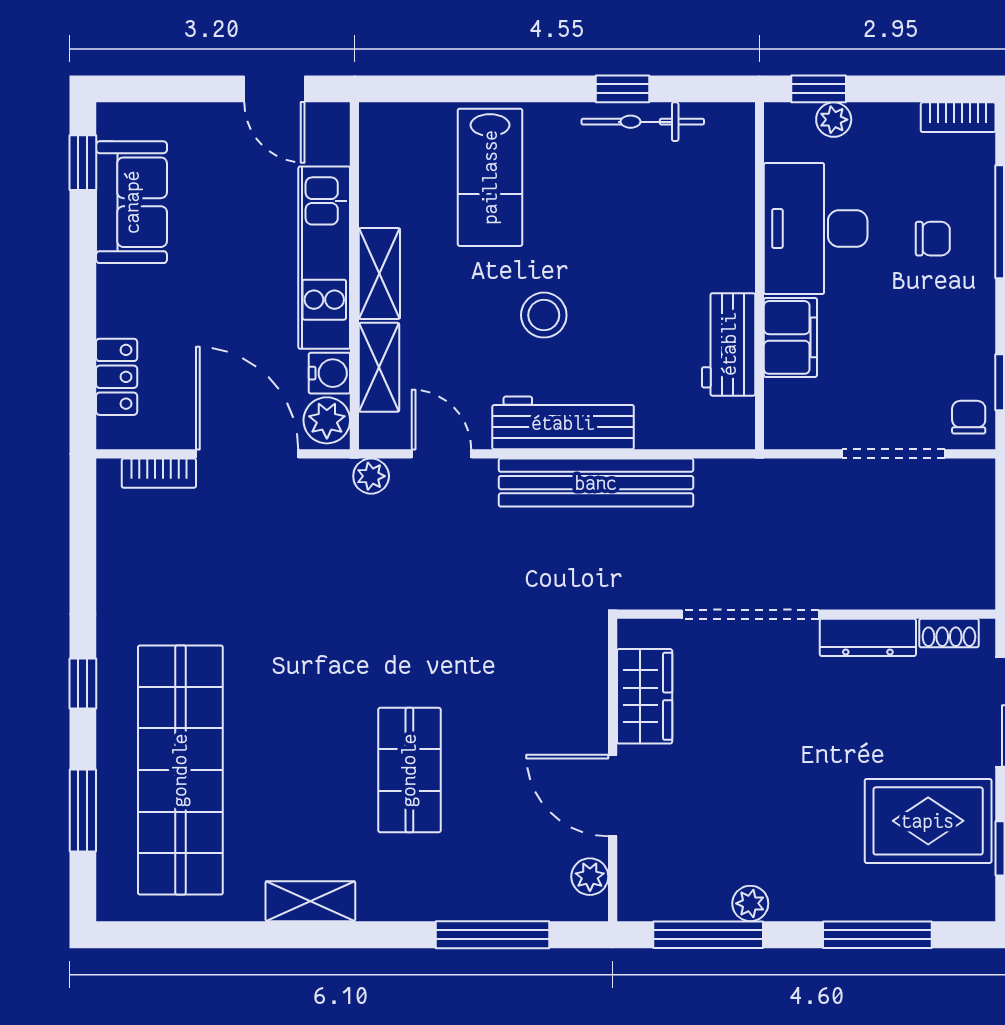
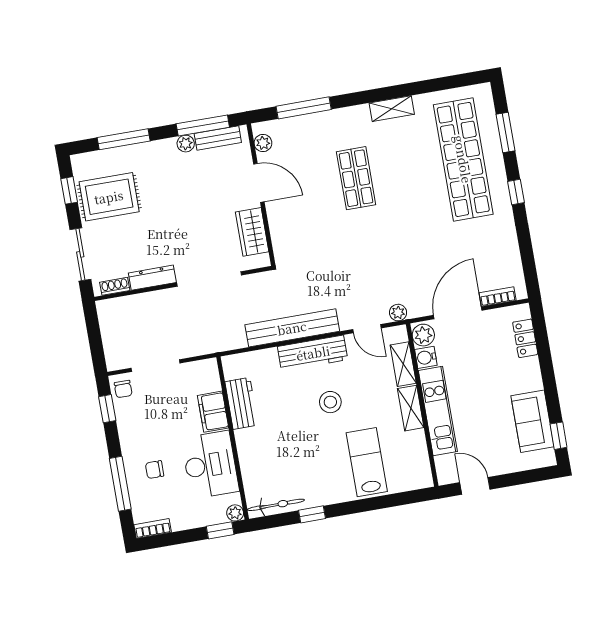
plant: (834, 120) -> (235, 513), moved
bicycle: (643, 122) -> (276, 505), moved
door: (247, 454) -> (458, 313), swing flipped
bench: (682, 903) -> (218, 138), added

